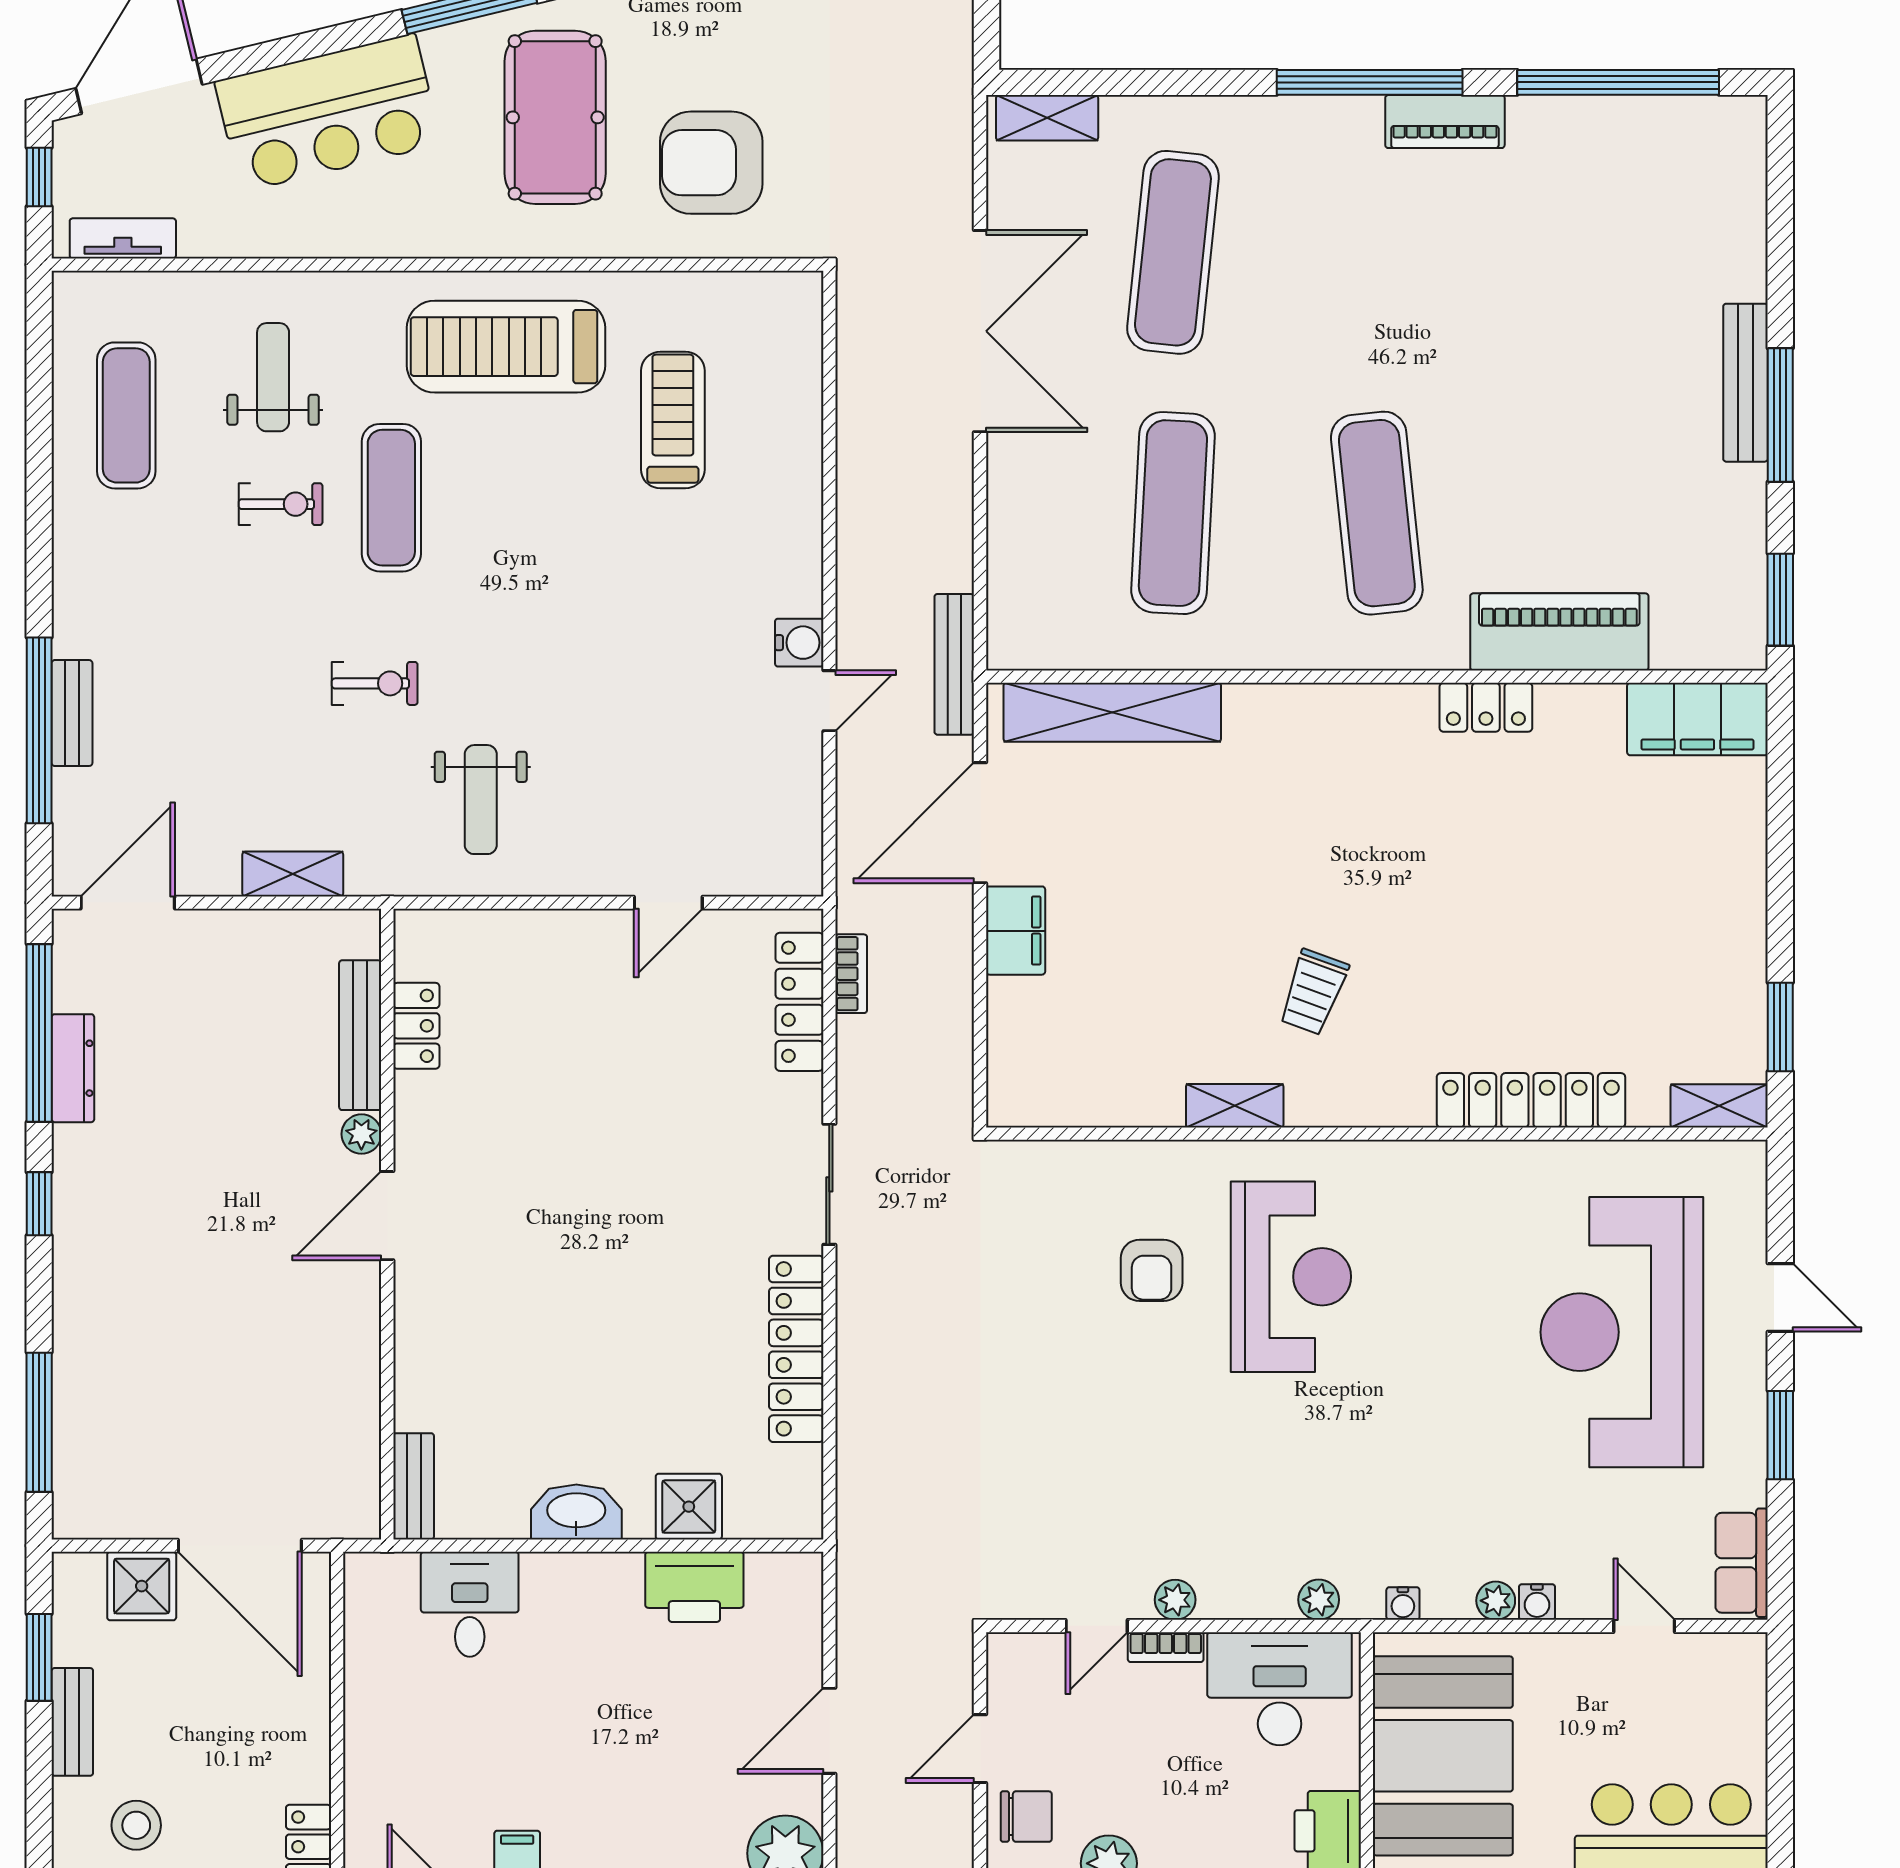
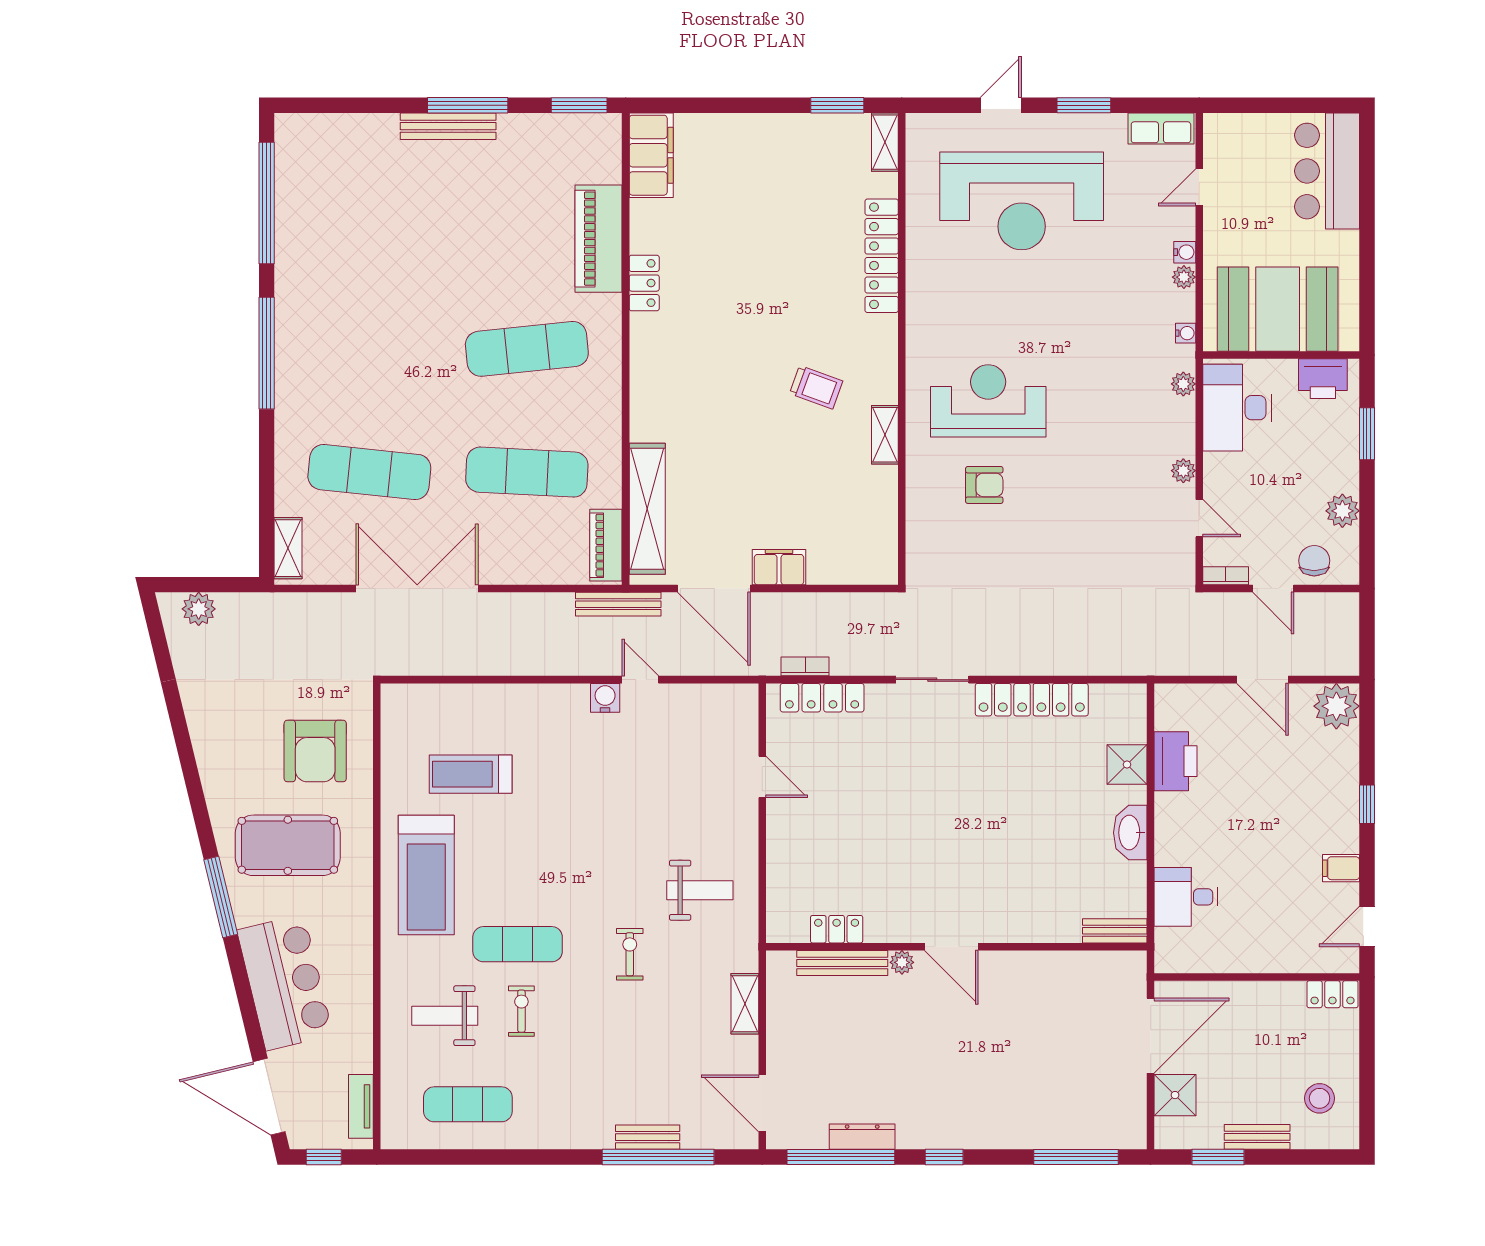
piano: (1445, 122) -> (606, 545), moved, turned 180
bookcase: (1166, 1647) -> (1226, 576), moved, turned -90

